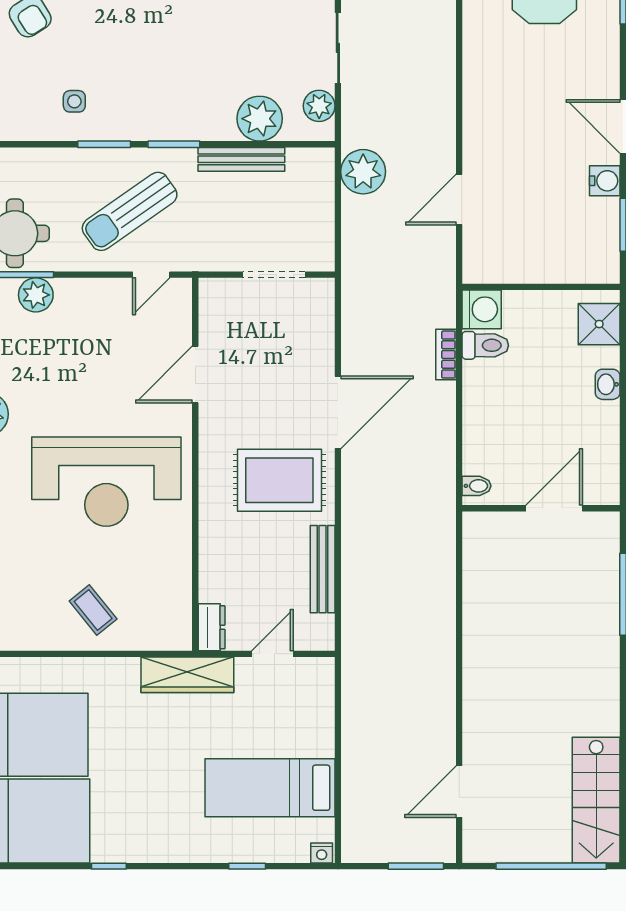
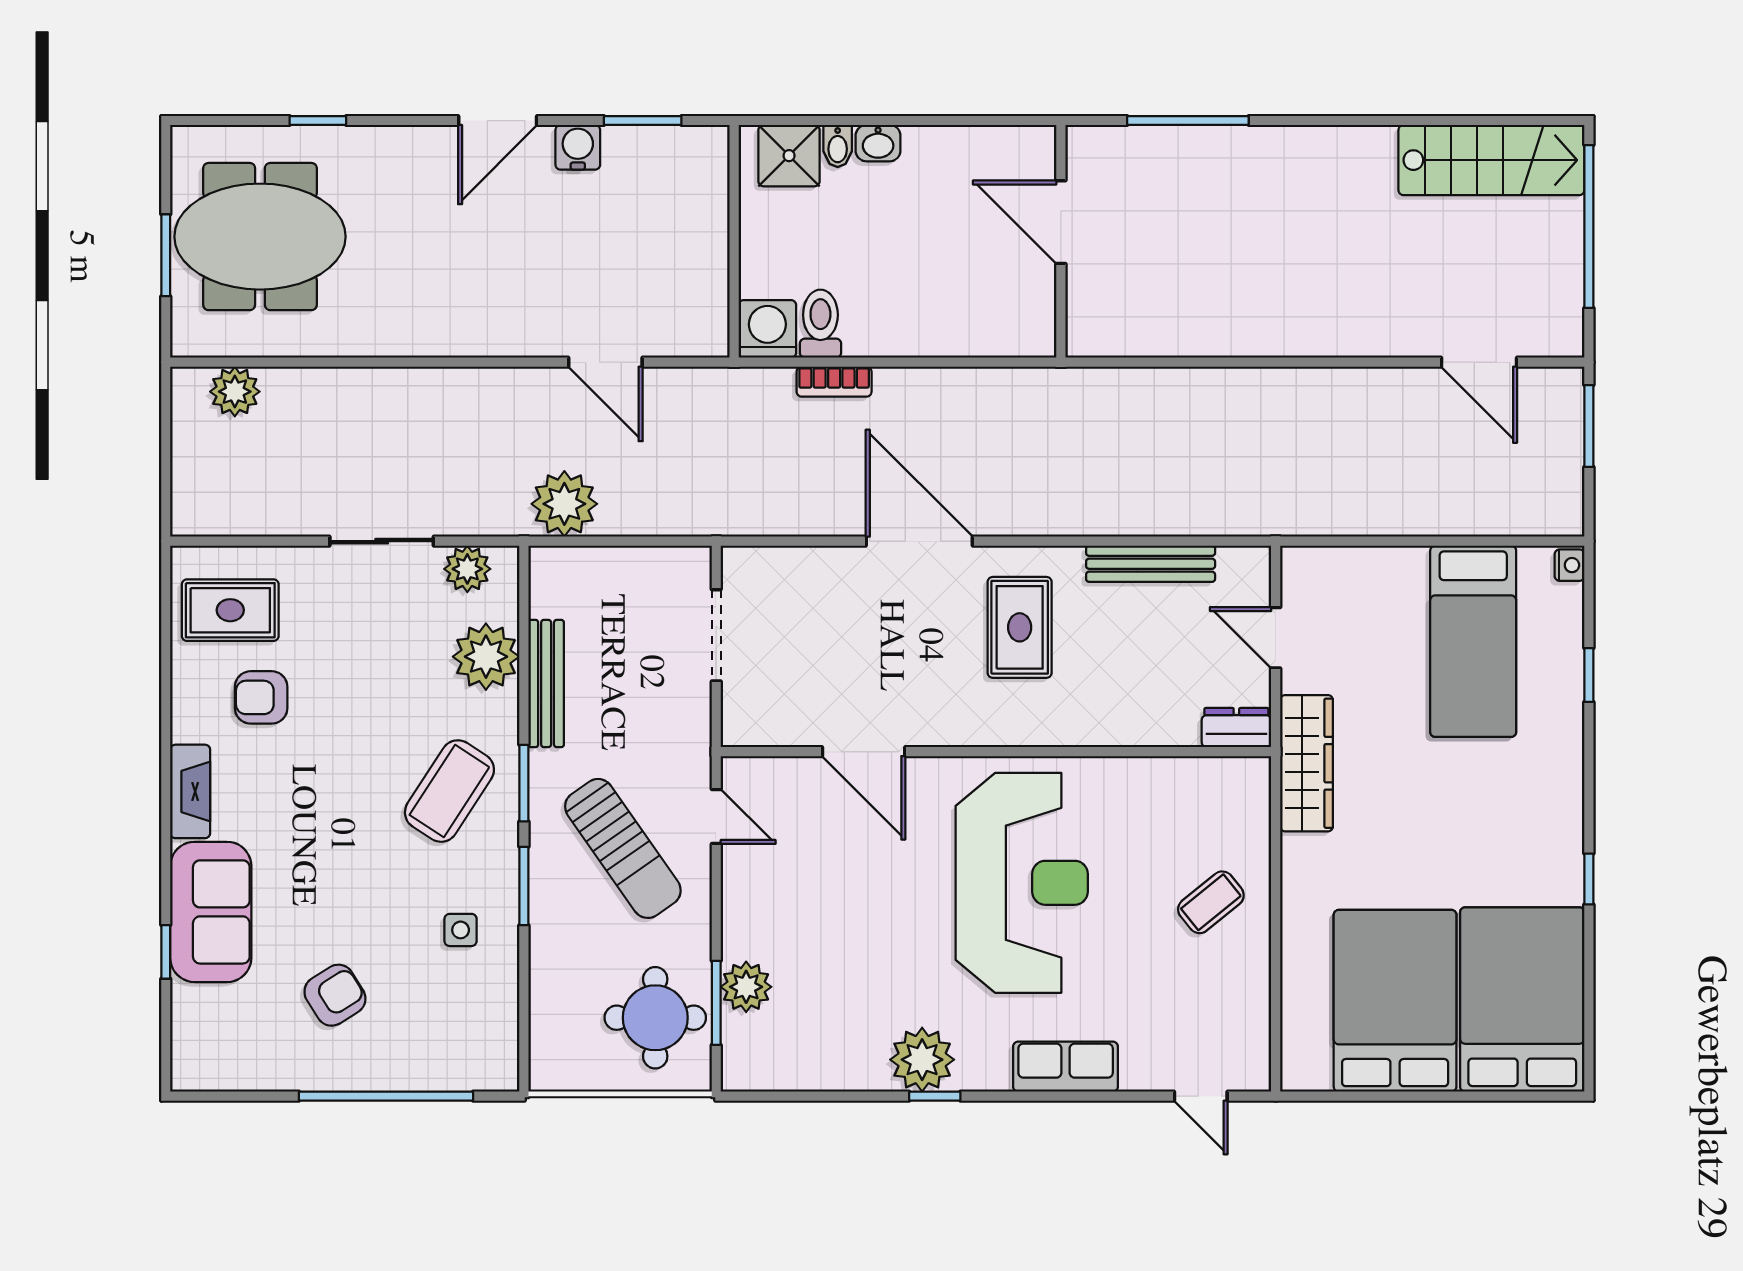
coffee table: (169, 94) -> (449, 791), added
rug: (279, 480) -> (1020, 627), width x0.73, depth x0.70
bidet: (477, 486) -> (838, 146), moved, turned 180

